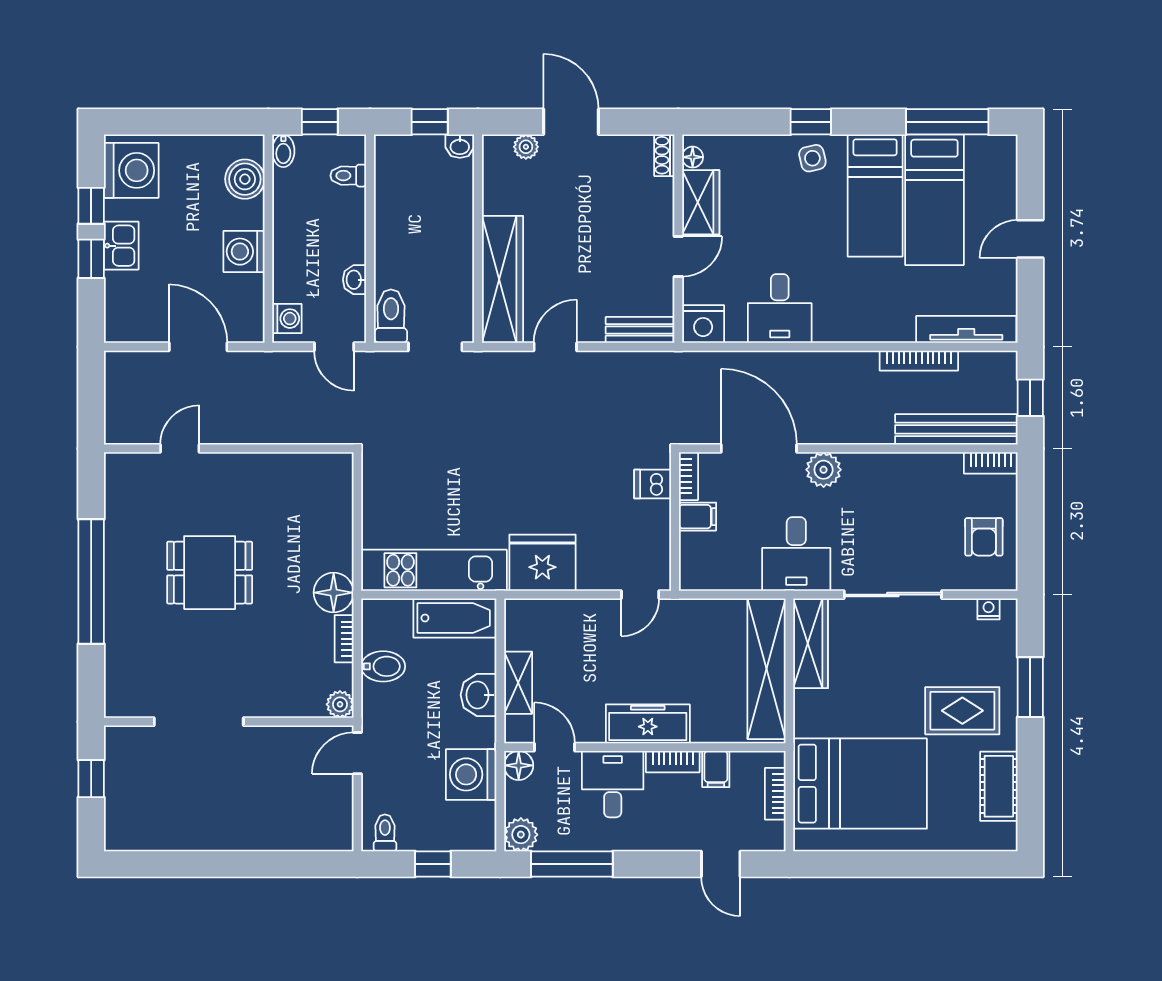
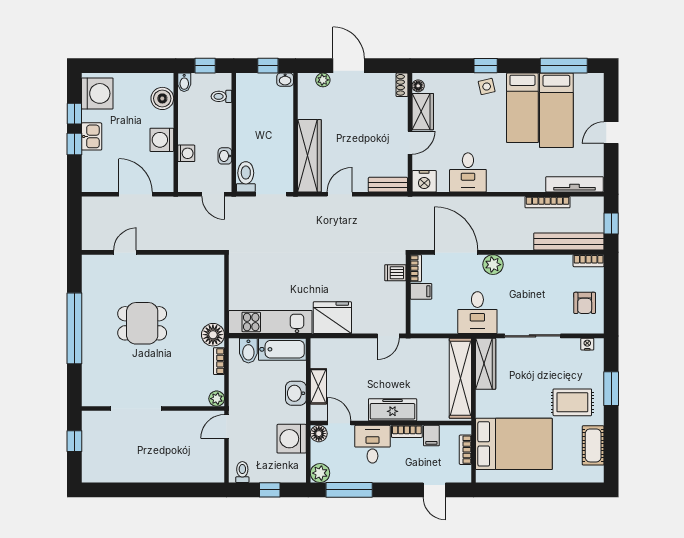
washing machine: (287, 319) -> (186, 153), moved
bidet: (383, 666) -> (248, 351), moved, turned 90

